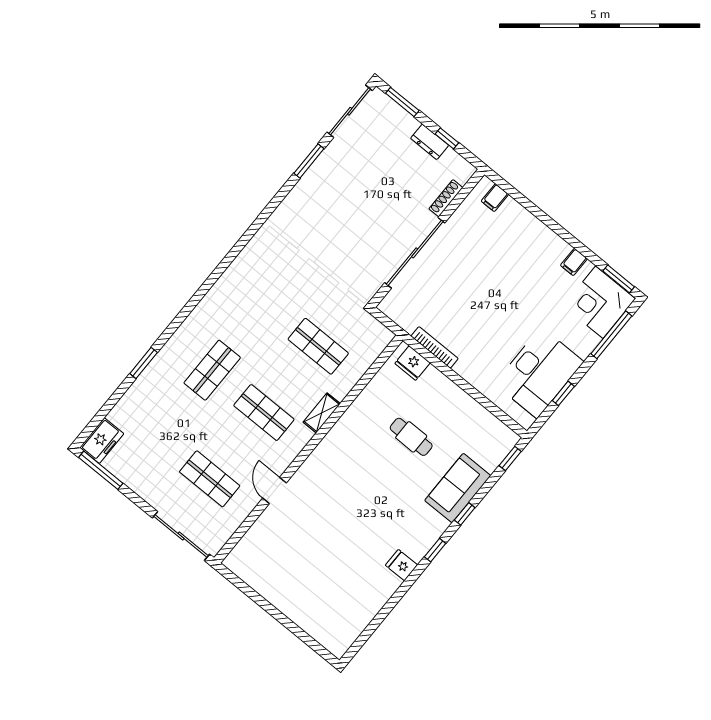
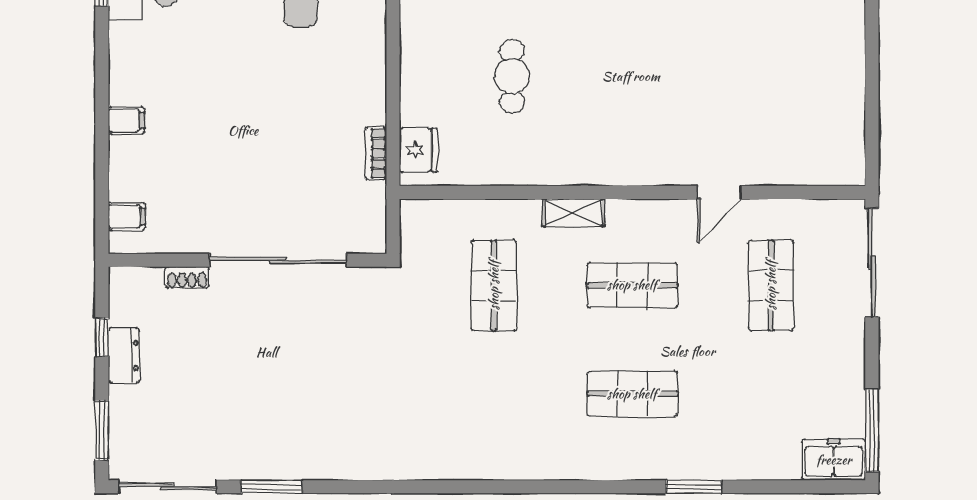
shoe rack: (446, 198) -> (187, 277), width x0.70
filing cabinet: (574, 262) -> (126, 120), moved
bookcase: (435, 347) -> (376, 153), width x0.64
shop shelf: (264, 413) -> (632, 285), turned 90

